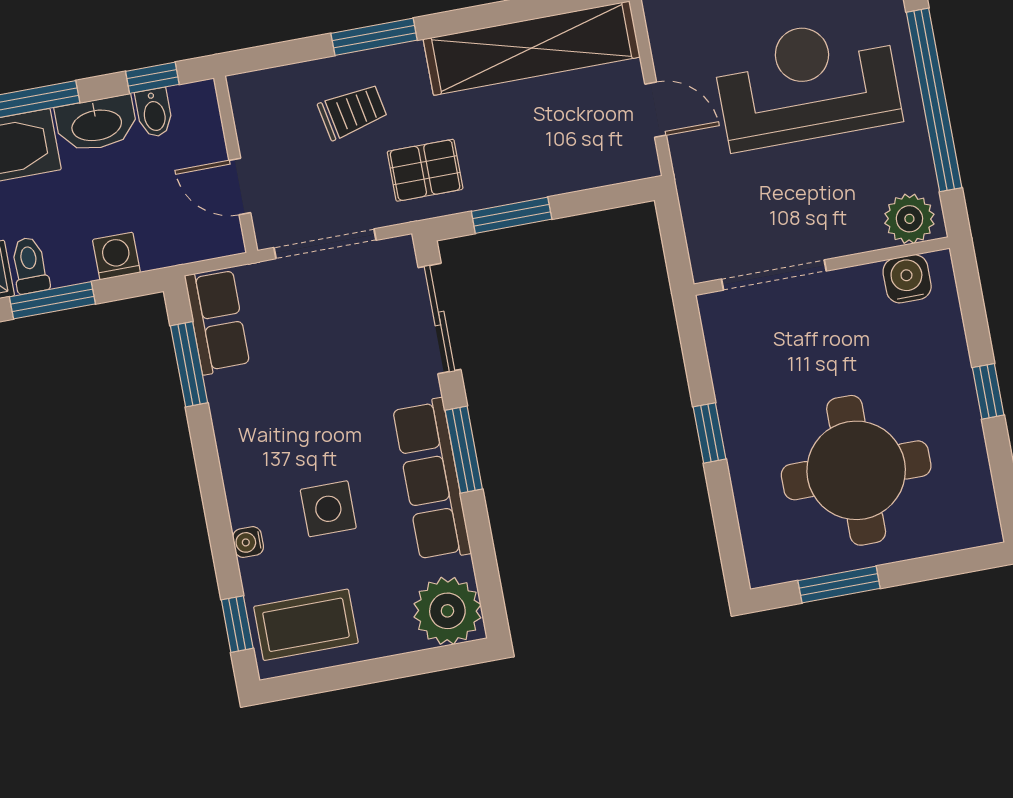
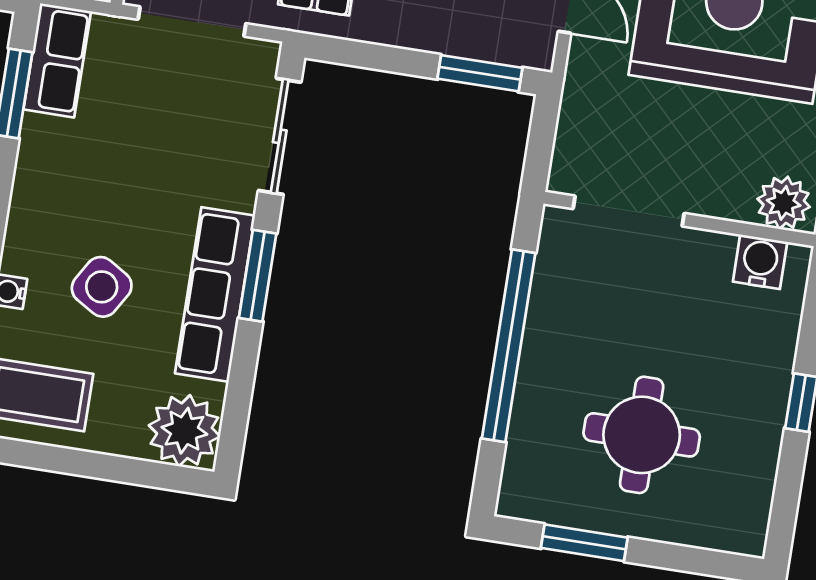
window: (512, 215) -> (480, 73), moved
window: (710, 433) -> (509, 346), width x3.17
round table: (856, 470) -> (642, 435), width x0.73, depth x0.73
side table: (328, 509) -> (102, 287), turned 31

